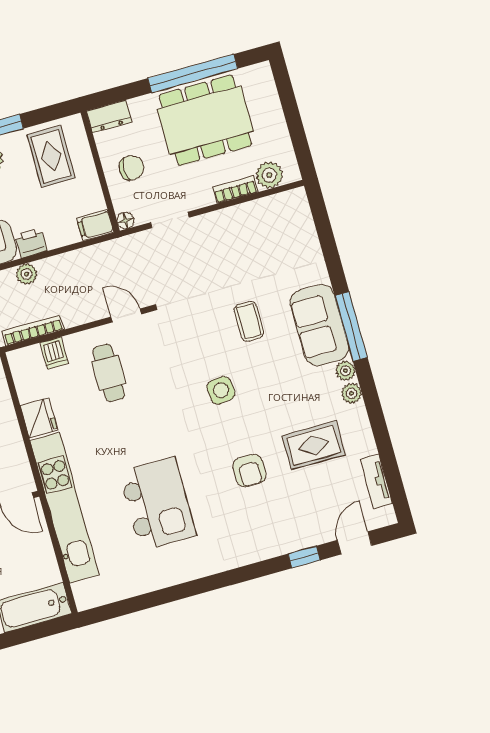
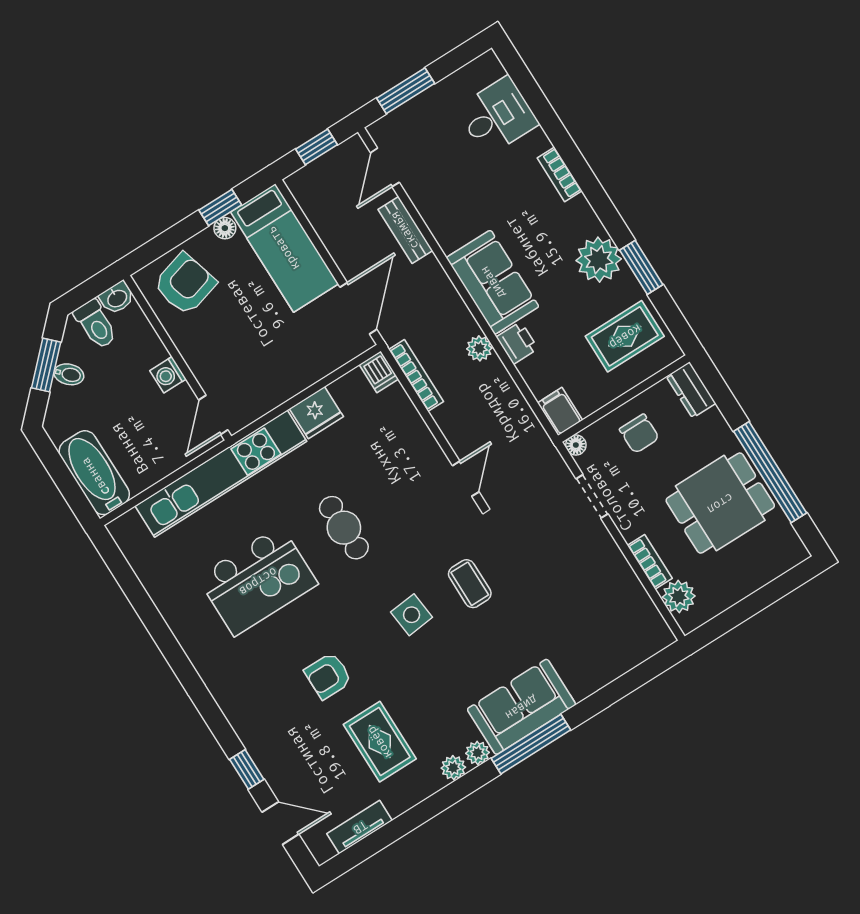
dining table: (205, 120) -> (720, 503), width x0.73
coffee table: (249, 321) -> (470, 584), moved, turned 90
dishwasher: (54, 353) -> (379, 372), moved, turned -90
cafe table: (109, 373) -> (344, 528), moved, turned 90

